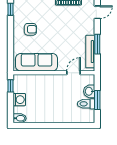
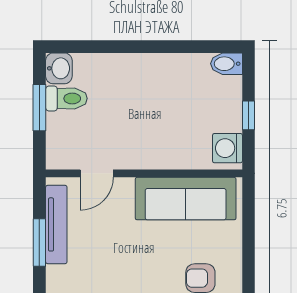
window: (10, 86) -> (249, 115), moved
washbasin: (89, 91) -> (59, 68), moved
washing machine: (19, 100) -> (227, 148), moved

